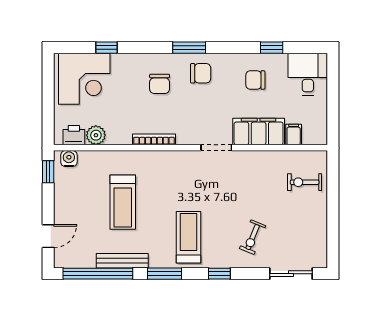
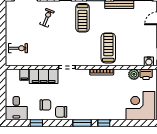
window: (106, 48) -> (104, 123), moved
chair: (201, 73) -> (61, 112), moved
chair: (160, 84) -> (99, 103), removed
treadmill: (123, 202) -> (108, 48), moved

